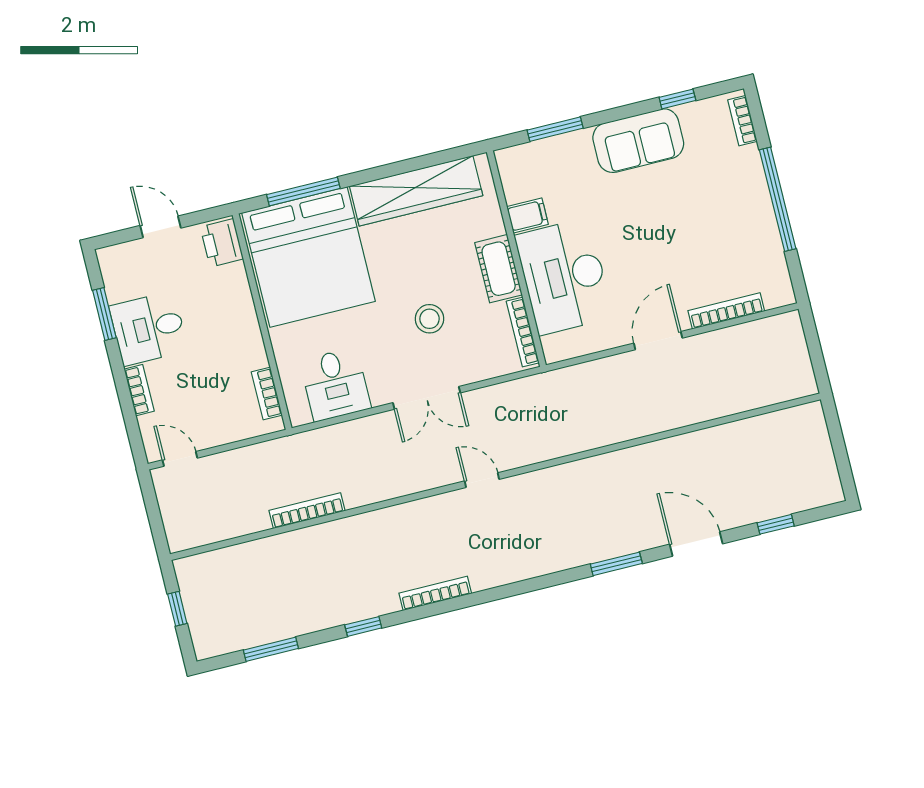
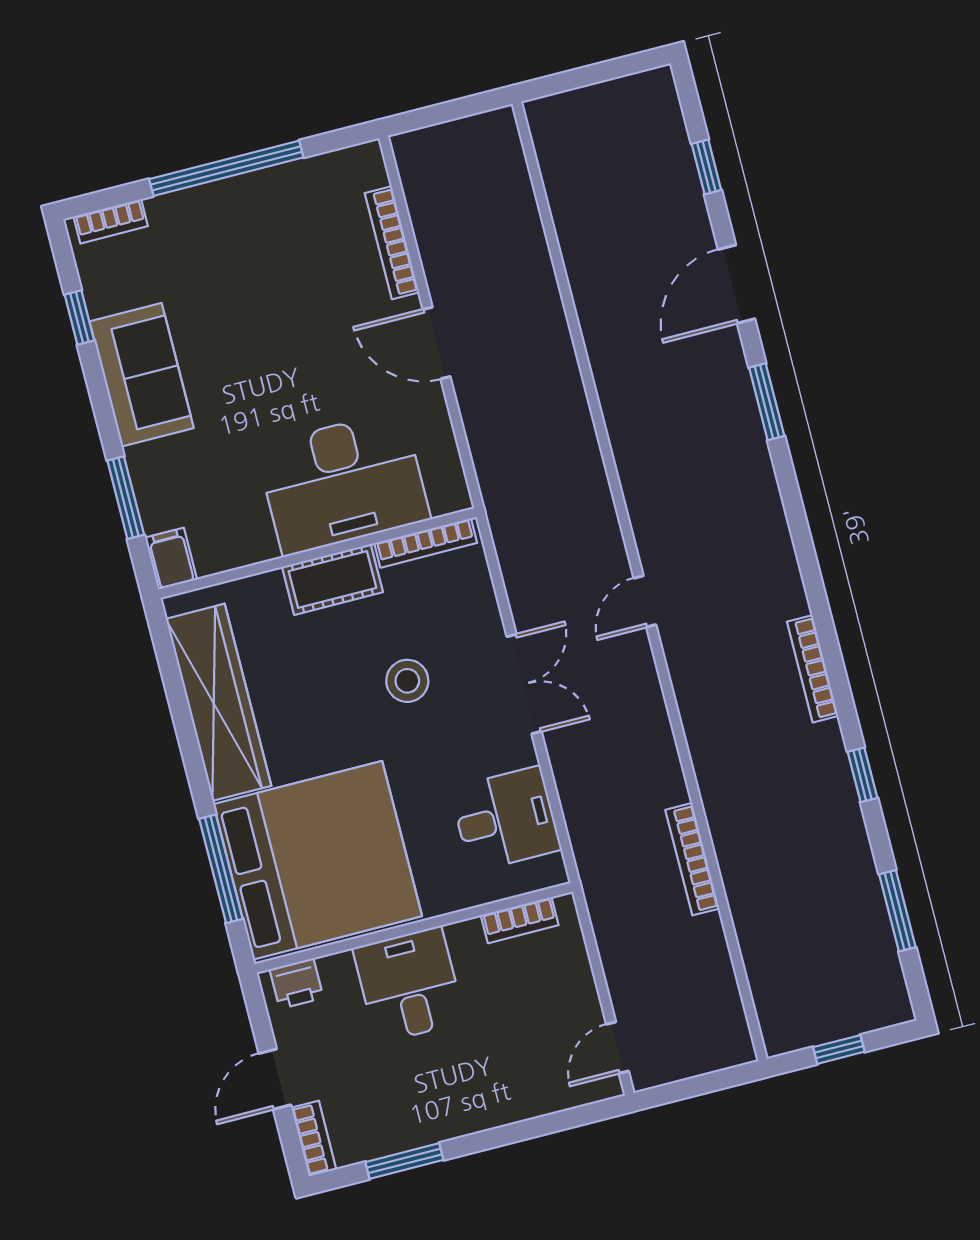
filing cabinet: (527, 215) -> (171, 559), moved
printer: (222, 243) -> (297, 984), width x0.73, depth x0.81
desk: (149, 328) -> (409, 985), moved, turned 180
bookcase: (139, 390) -> (314, 1139), moved, turned 90

